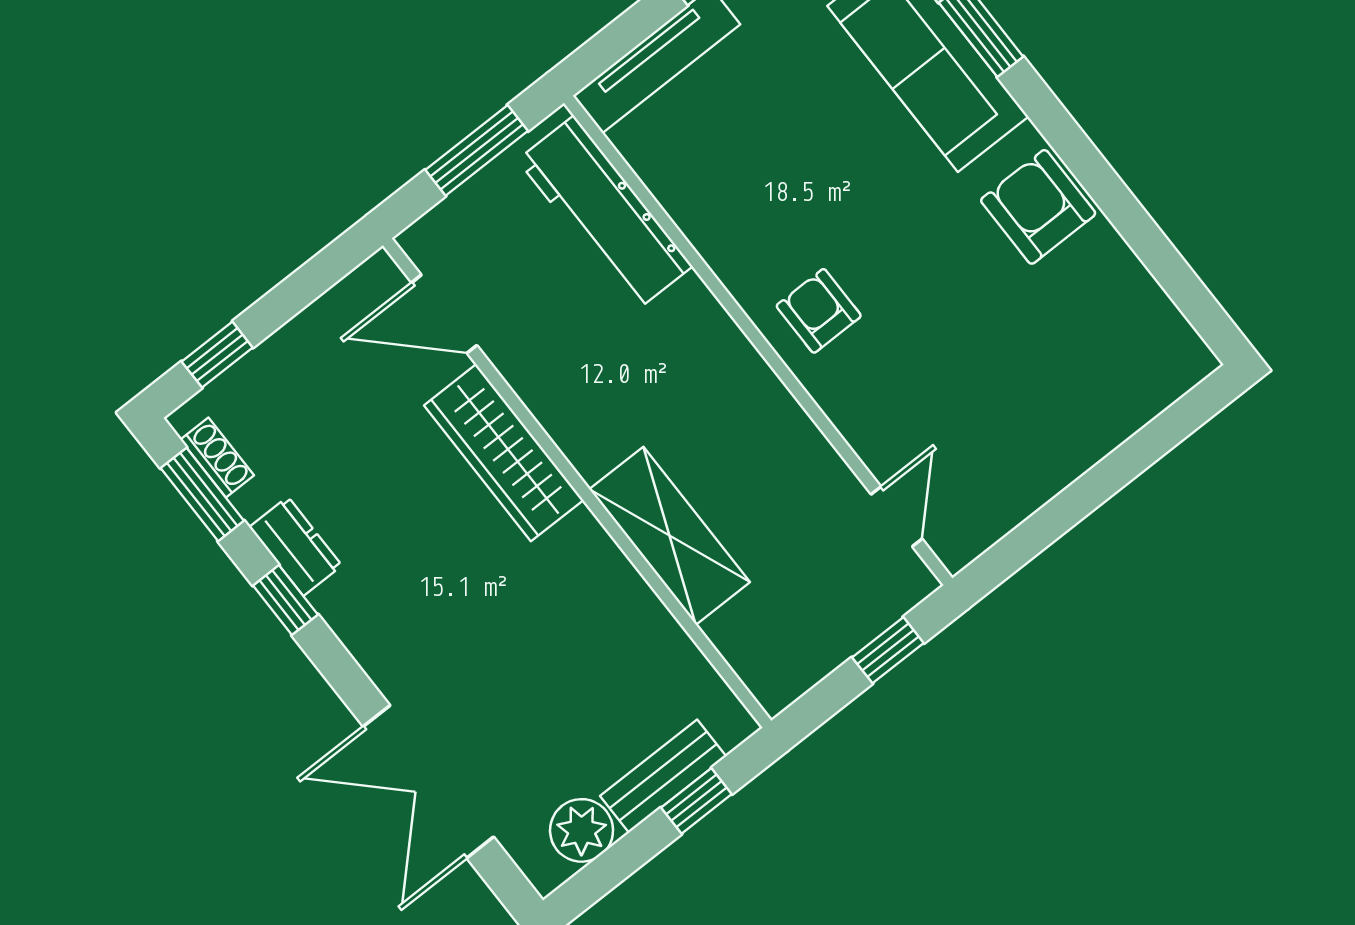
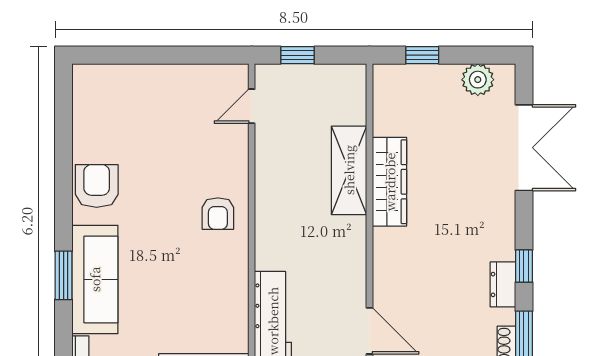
armchair: (1038, 207) -> (97, 186), turned 180
wardrobe: (504, 453) -> (390, 182), moved
bench: (663, 776) -> (428, 76), removed

